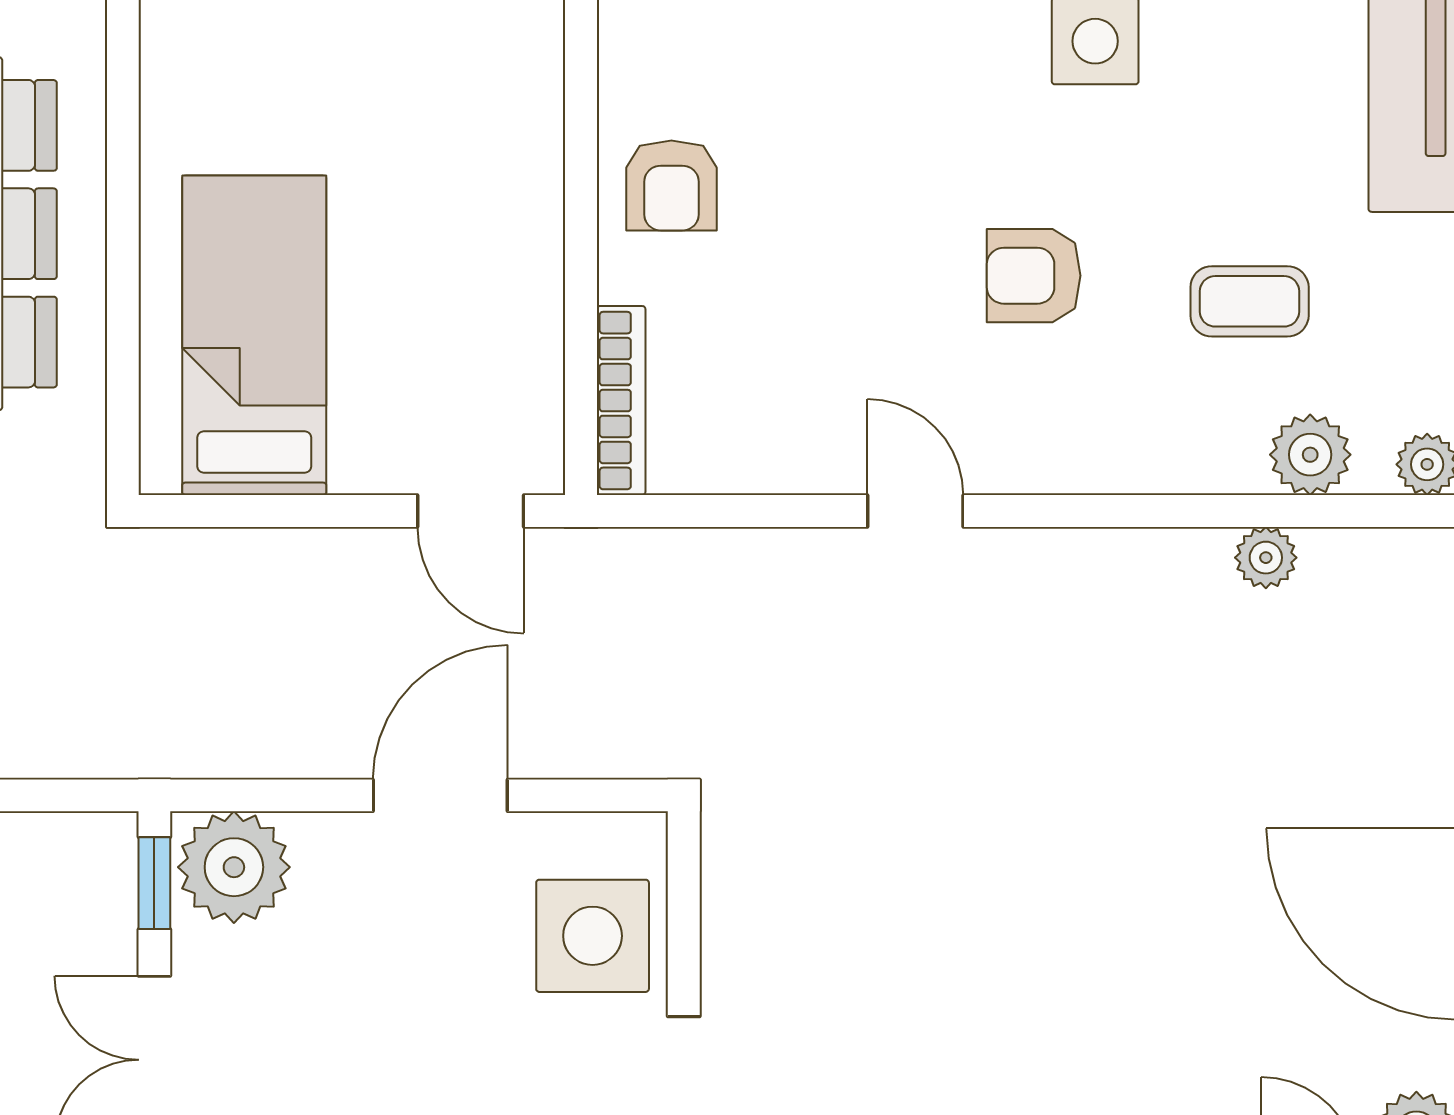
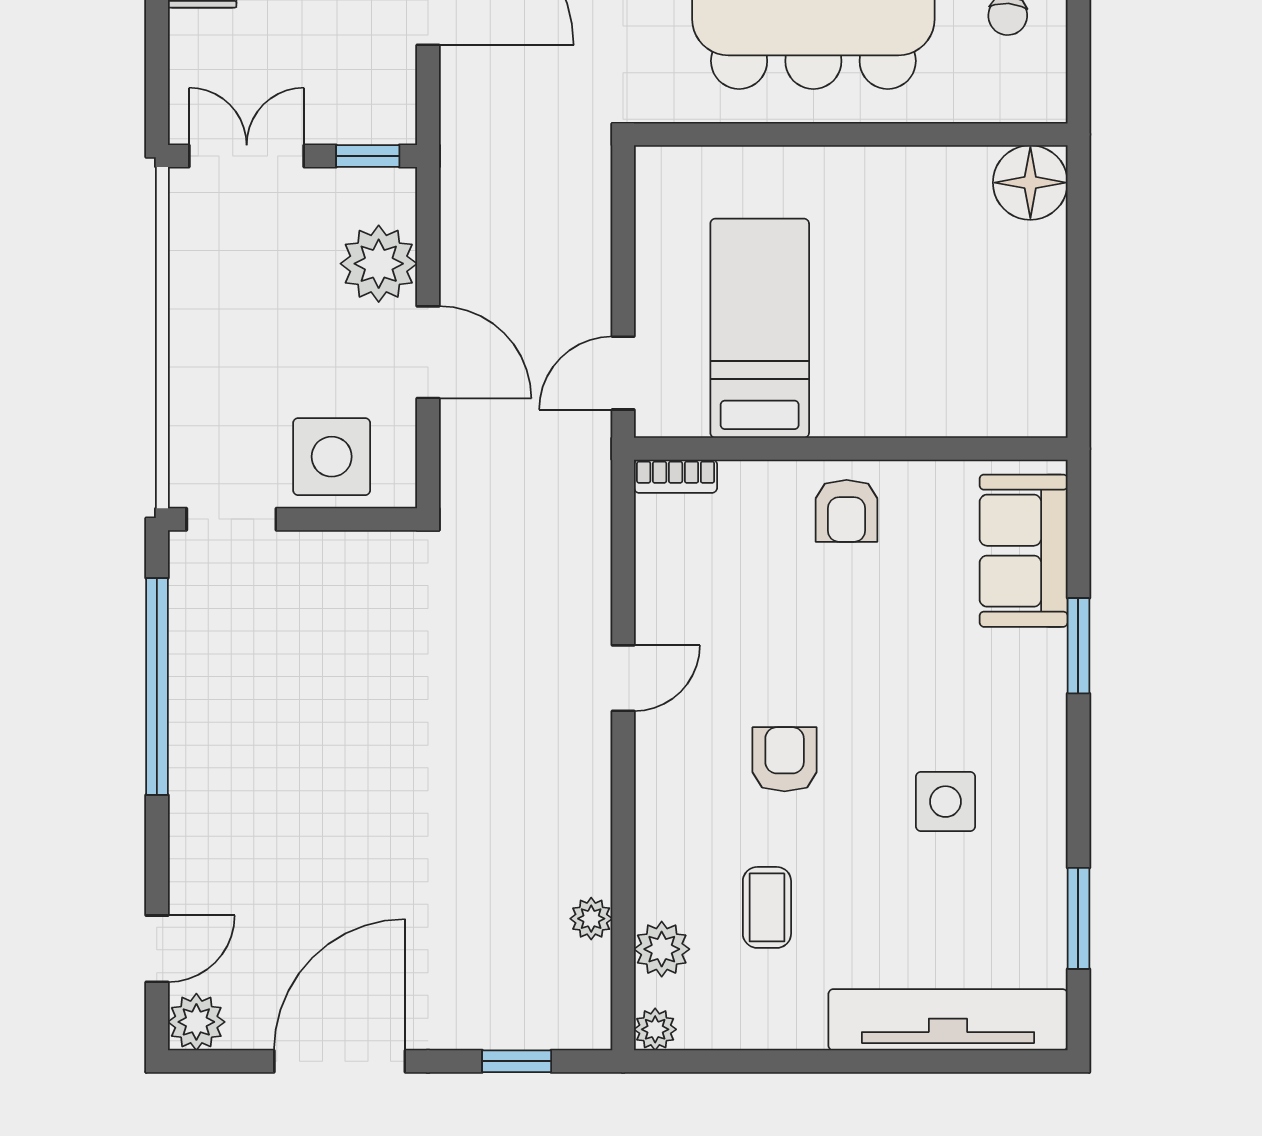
armchair: (671, 185) -> (847, 511), turned -90
bed: (254, 335) -> (760, 328), moved, turned -90
bookcase: (621, 401) -> (676, 476), width x0.64
plant: (234, 867) -> (379, 264), moved

